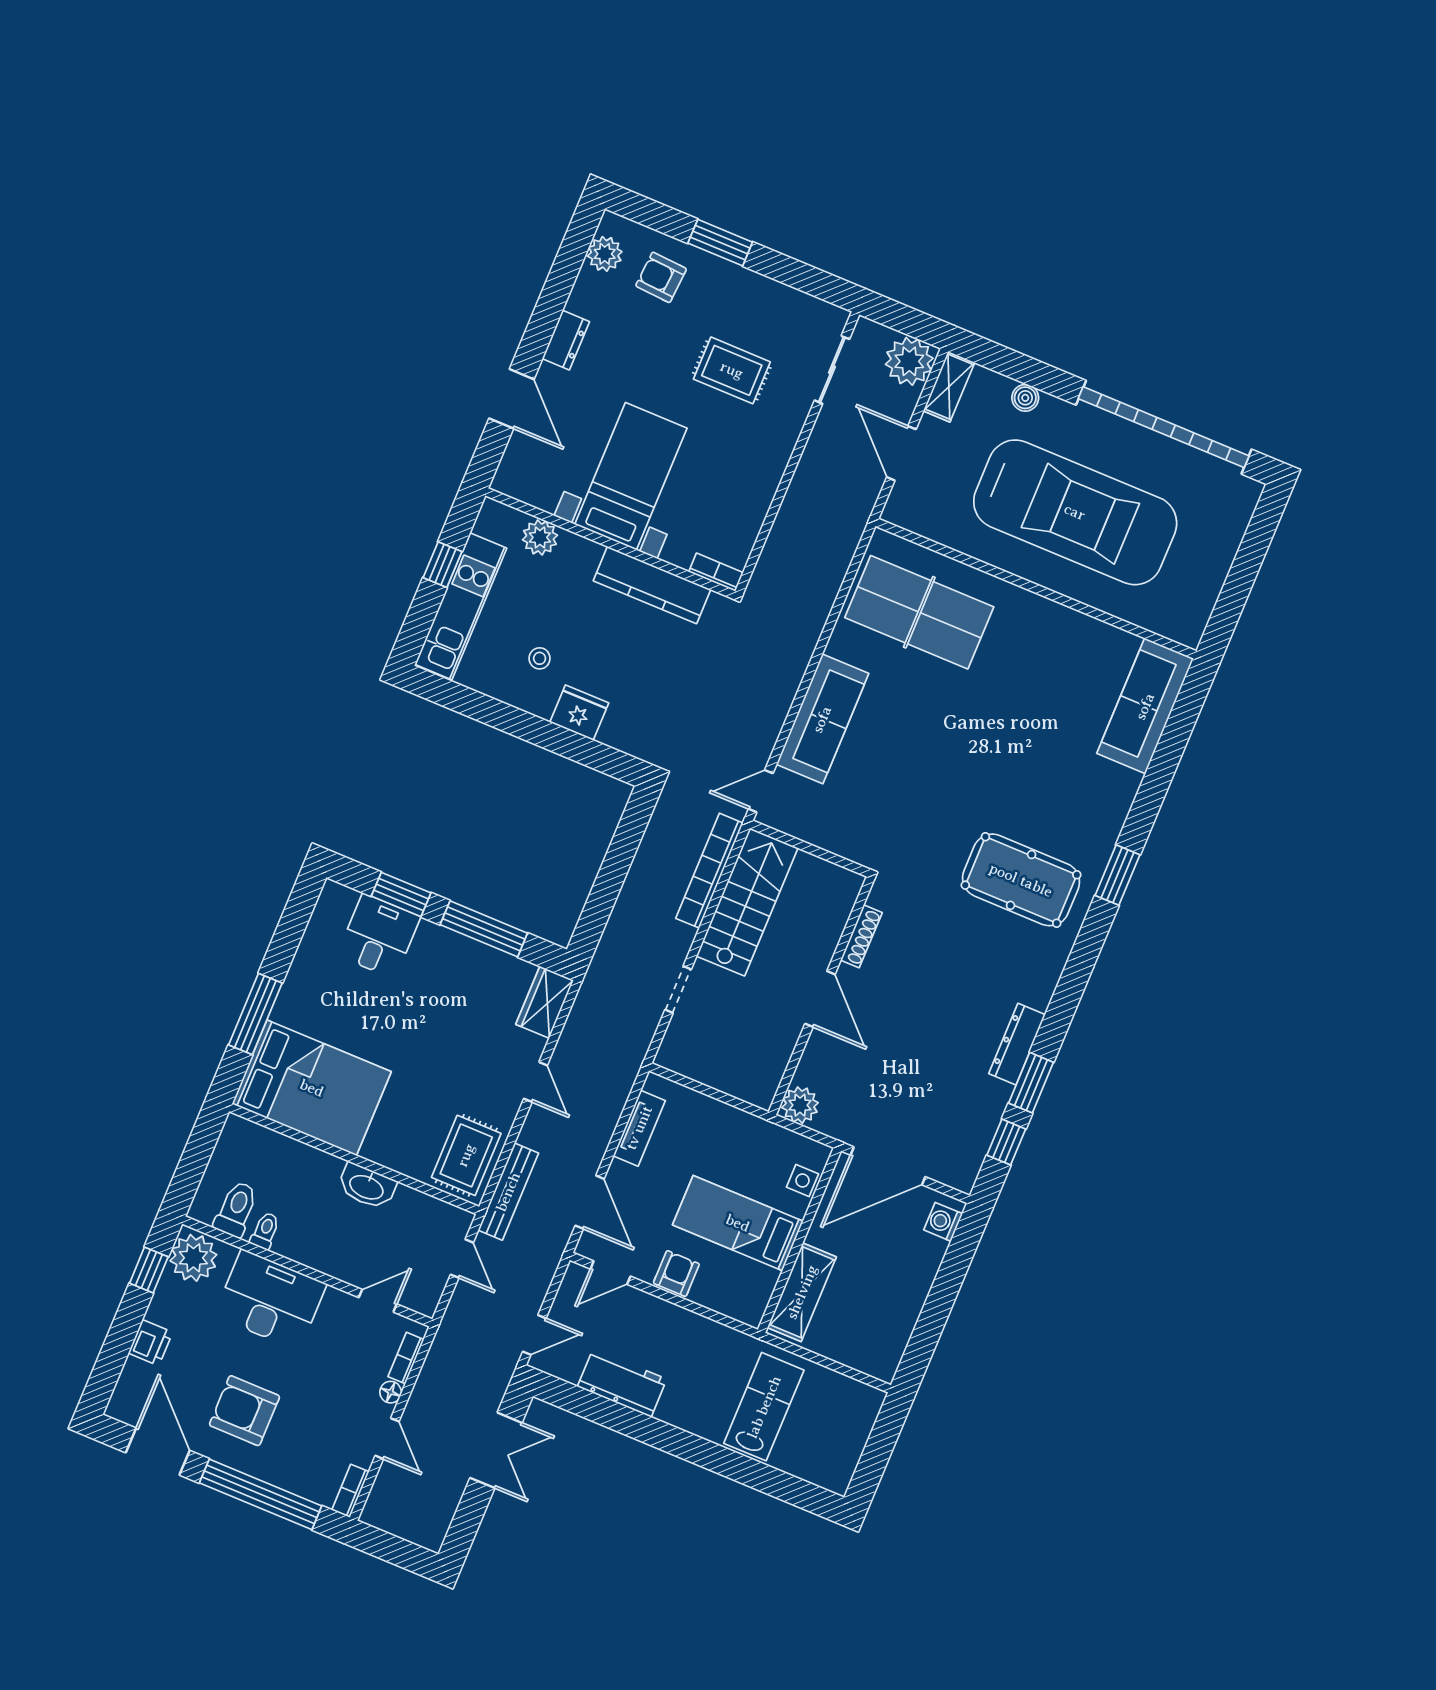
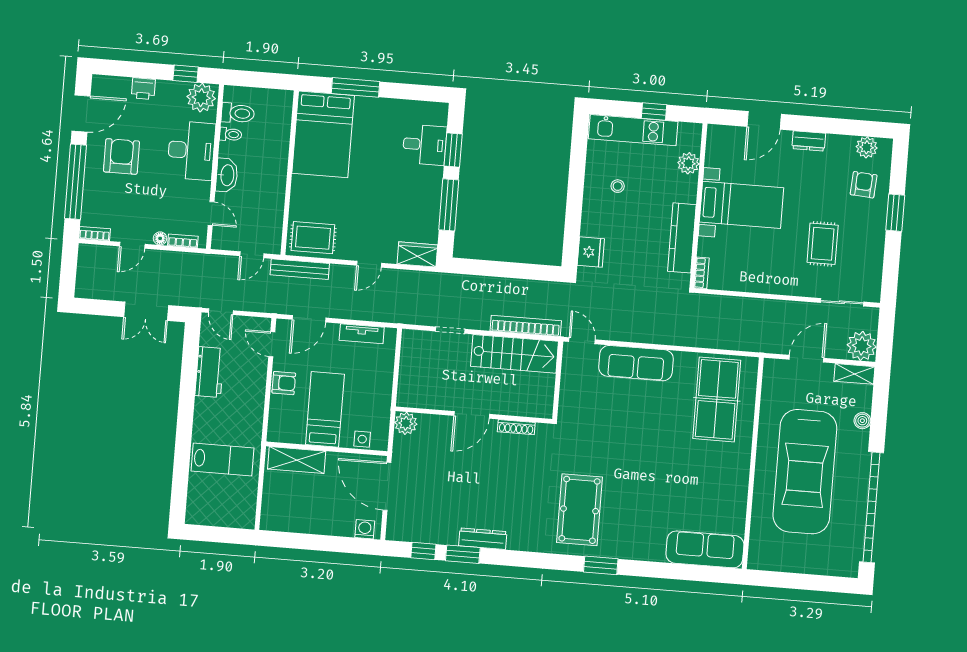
fridge: (579, 713) -> (591, 252), moved
washbasin: (367, 1186) -> (227, 175), moved, turned 180

